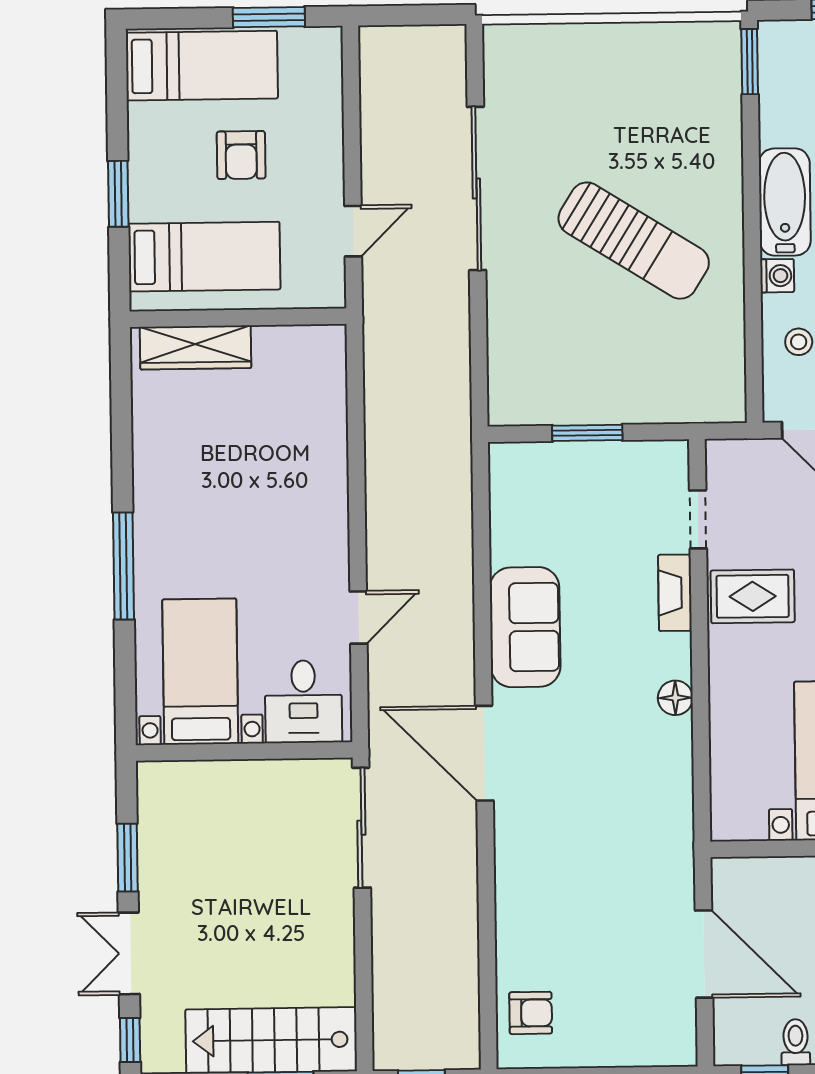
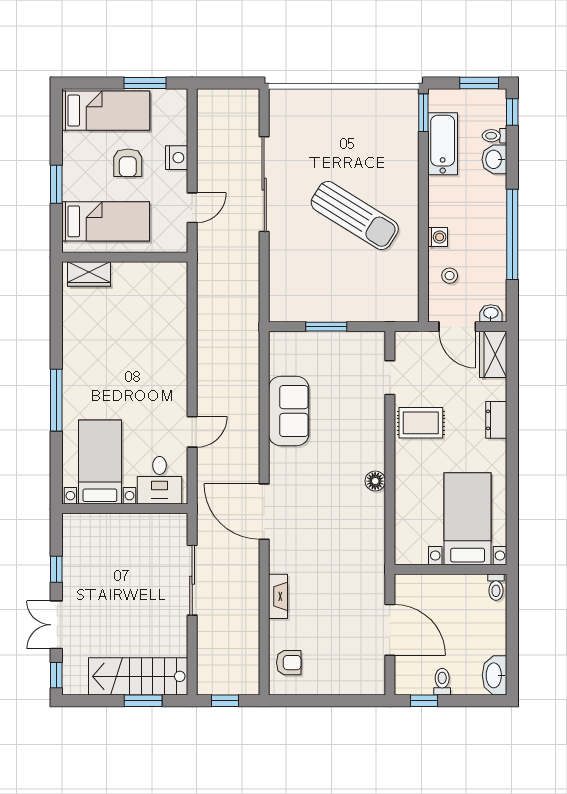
nightstand: (325, 145) -> (177, 158), added
bathtub: (785, 202) -> (443, 144), moved
wardrobe: (195, 347) -> (89, 274), width x0.67
fireplace: (675, 593) -> (278, 596), moved, turned 180
sofa: (525, 627) -> (289, 411), moved
sliding door: (361, 828) -> (192, 580), moved
window: (128, 858) -> (56, 569), width x0.67

